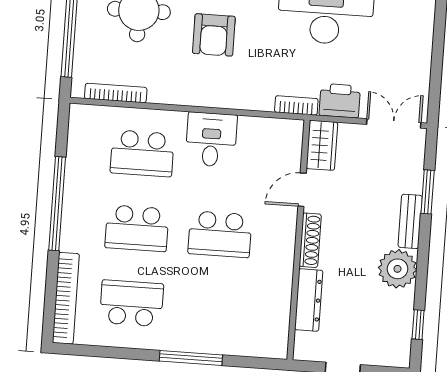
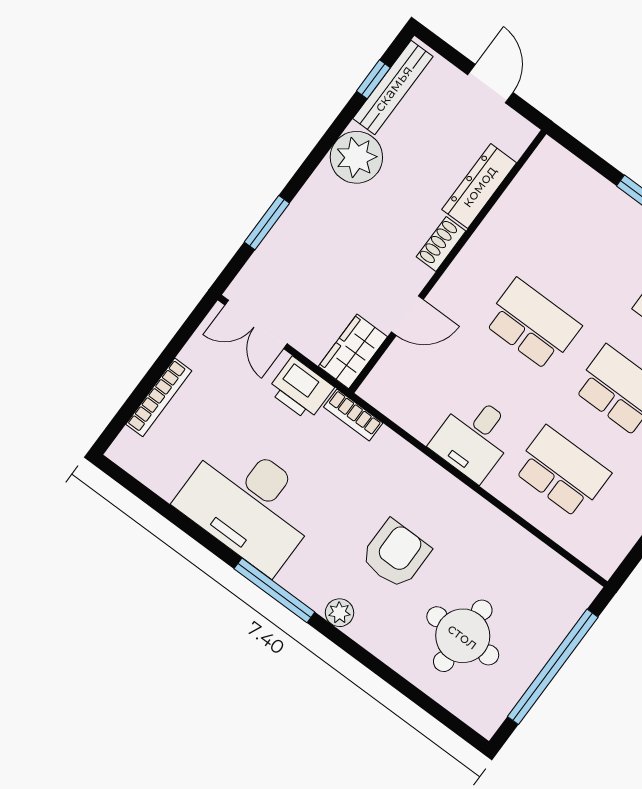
bookcase: (116, 93) -> (159, 397), moved, turned -90
bench: (410, 221) -> (393, 88), moved, width x1.36
shoe rack: (310, 240) -> (441, 244), width x0.70

